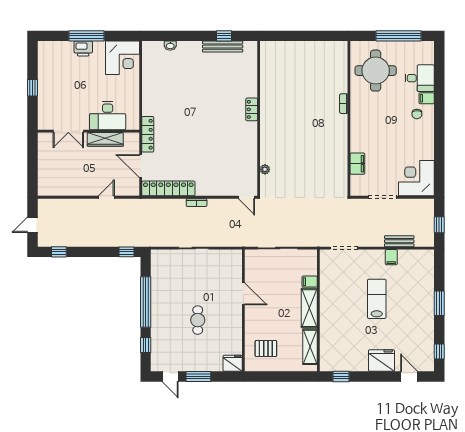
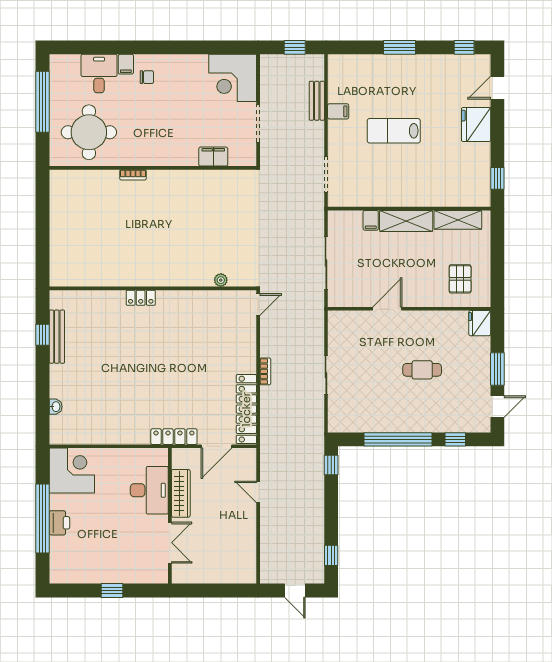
window: (86, 36) -> (43, 519), width x1.46

